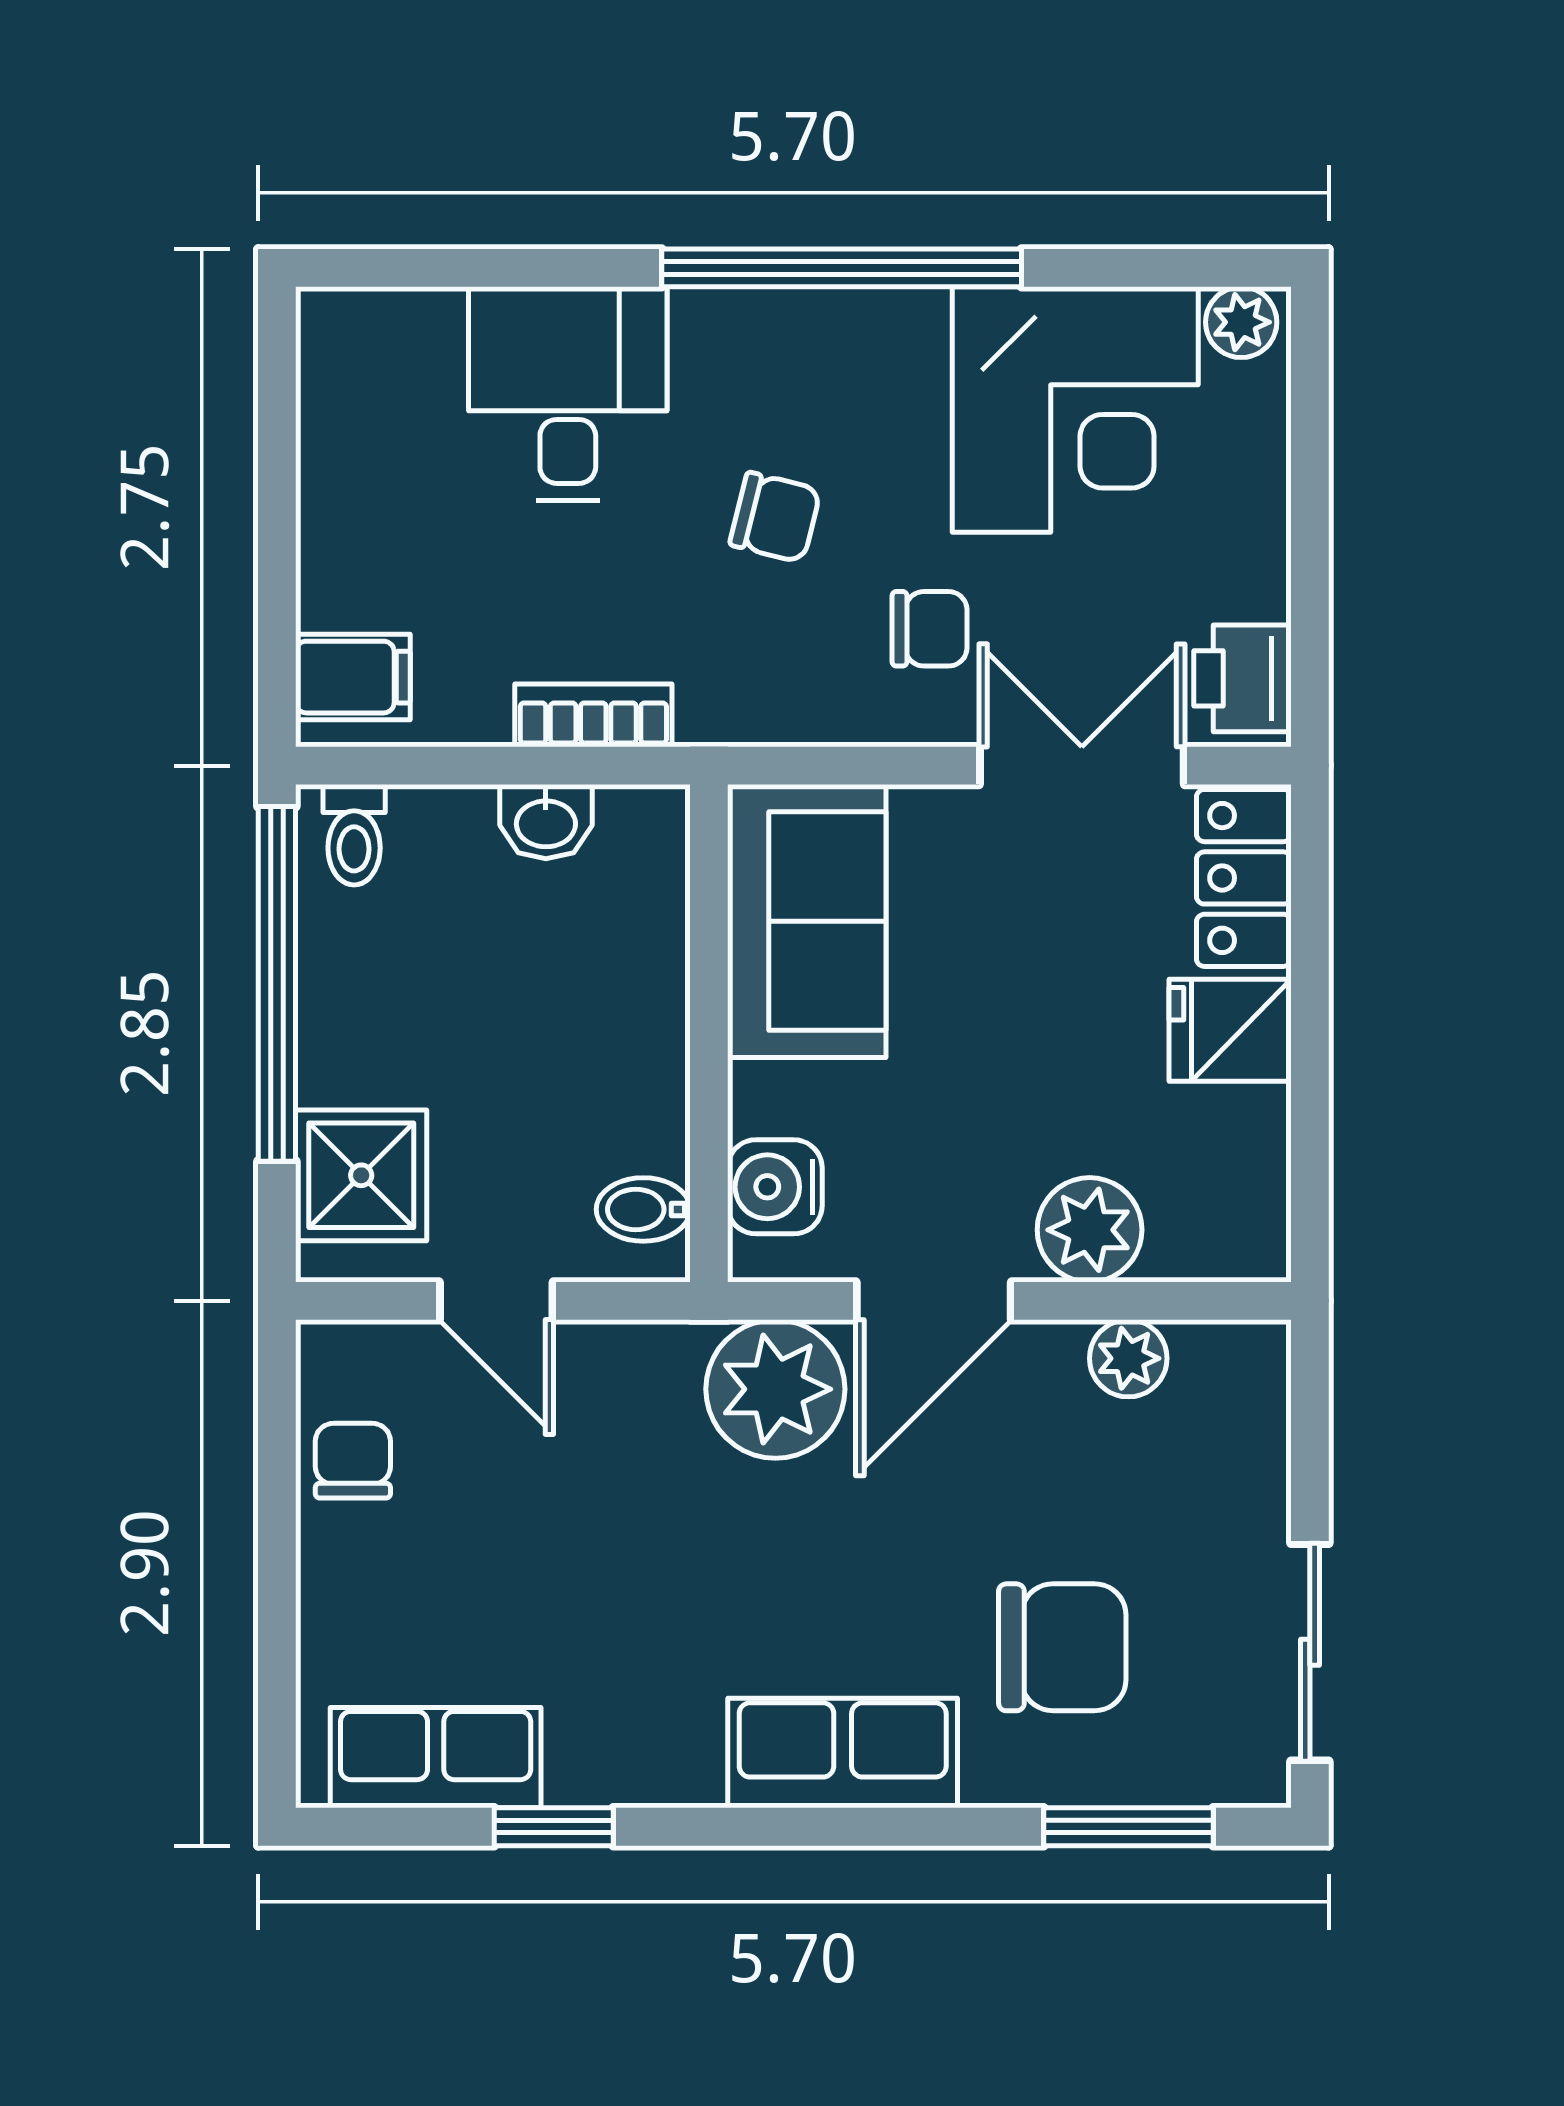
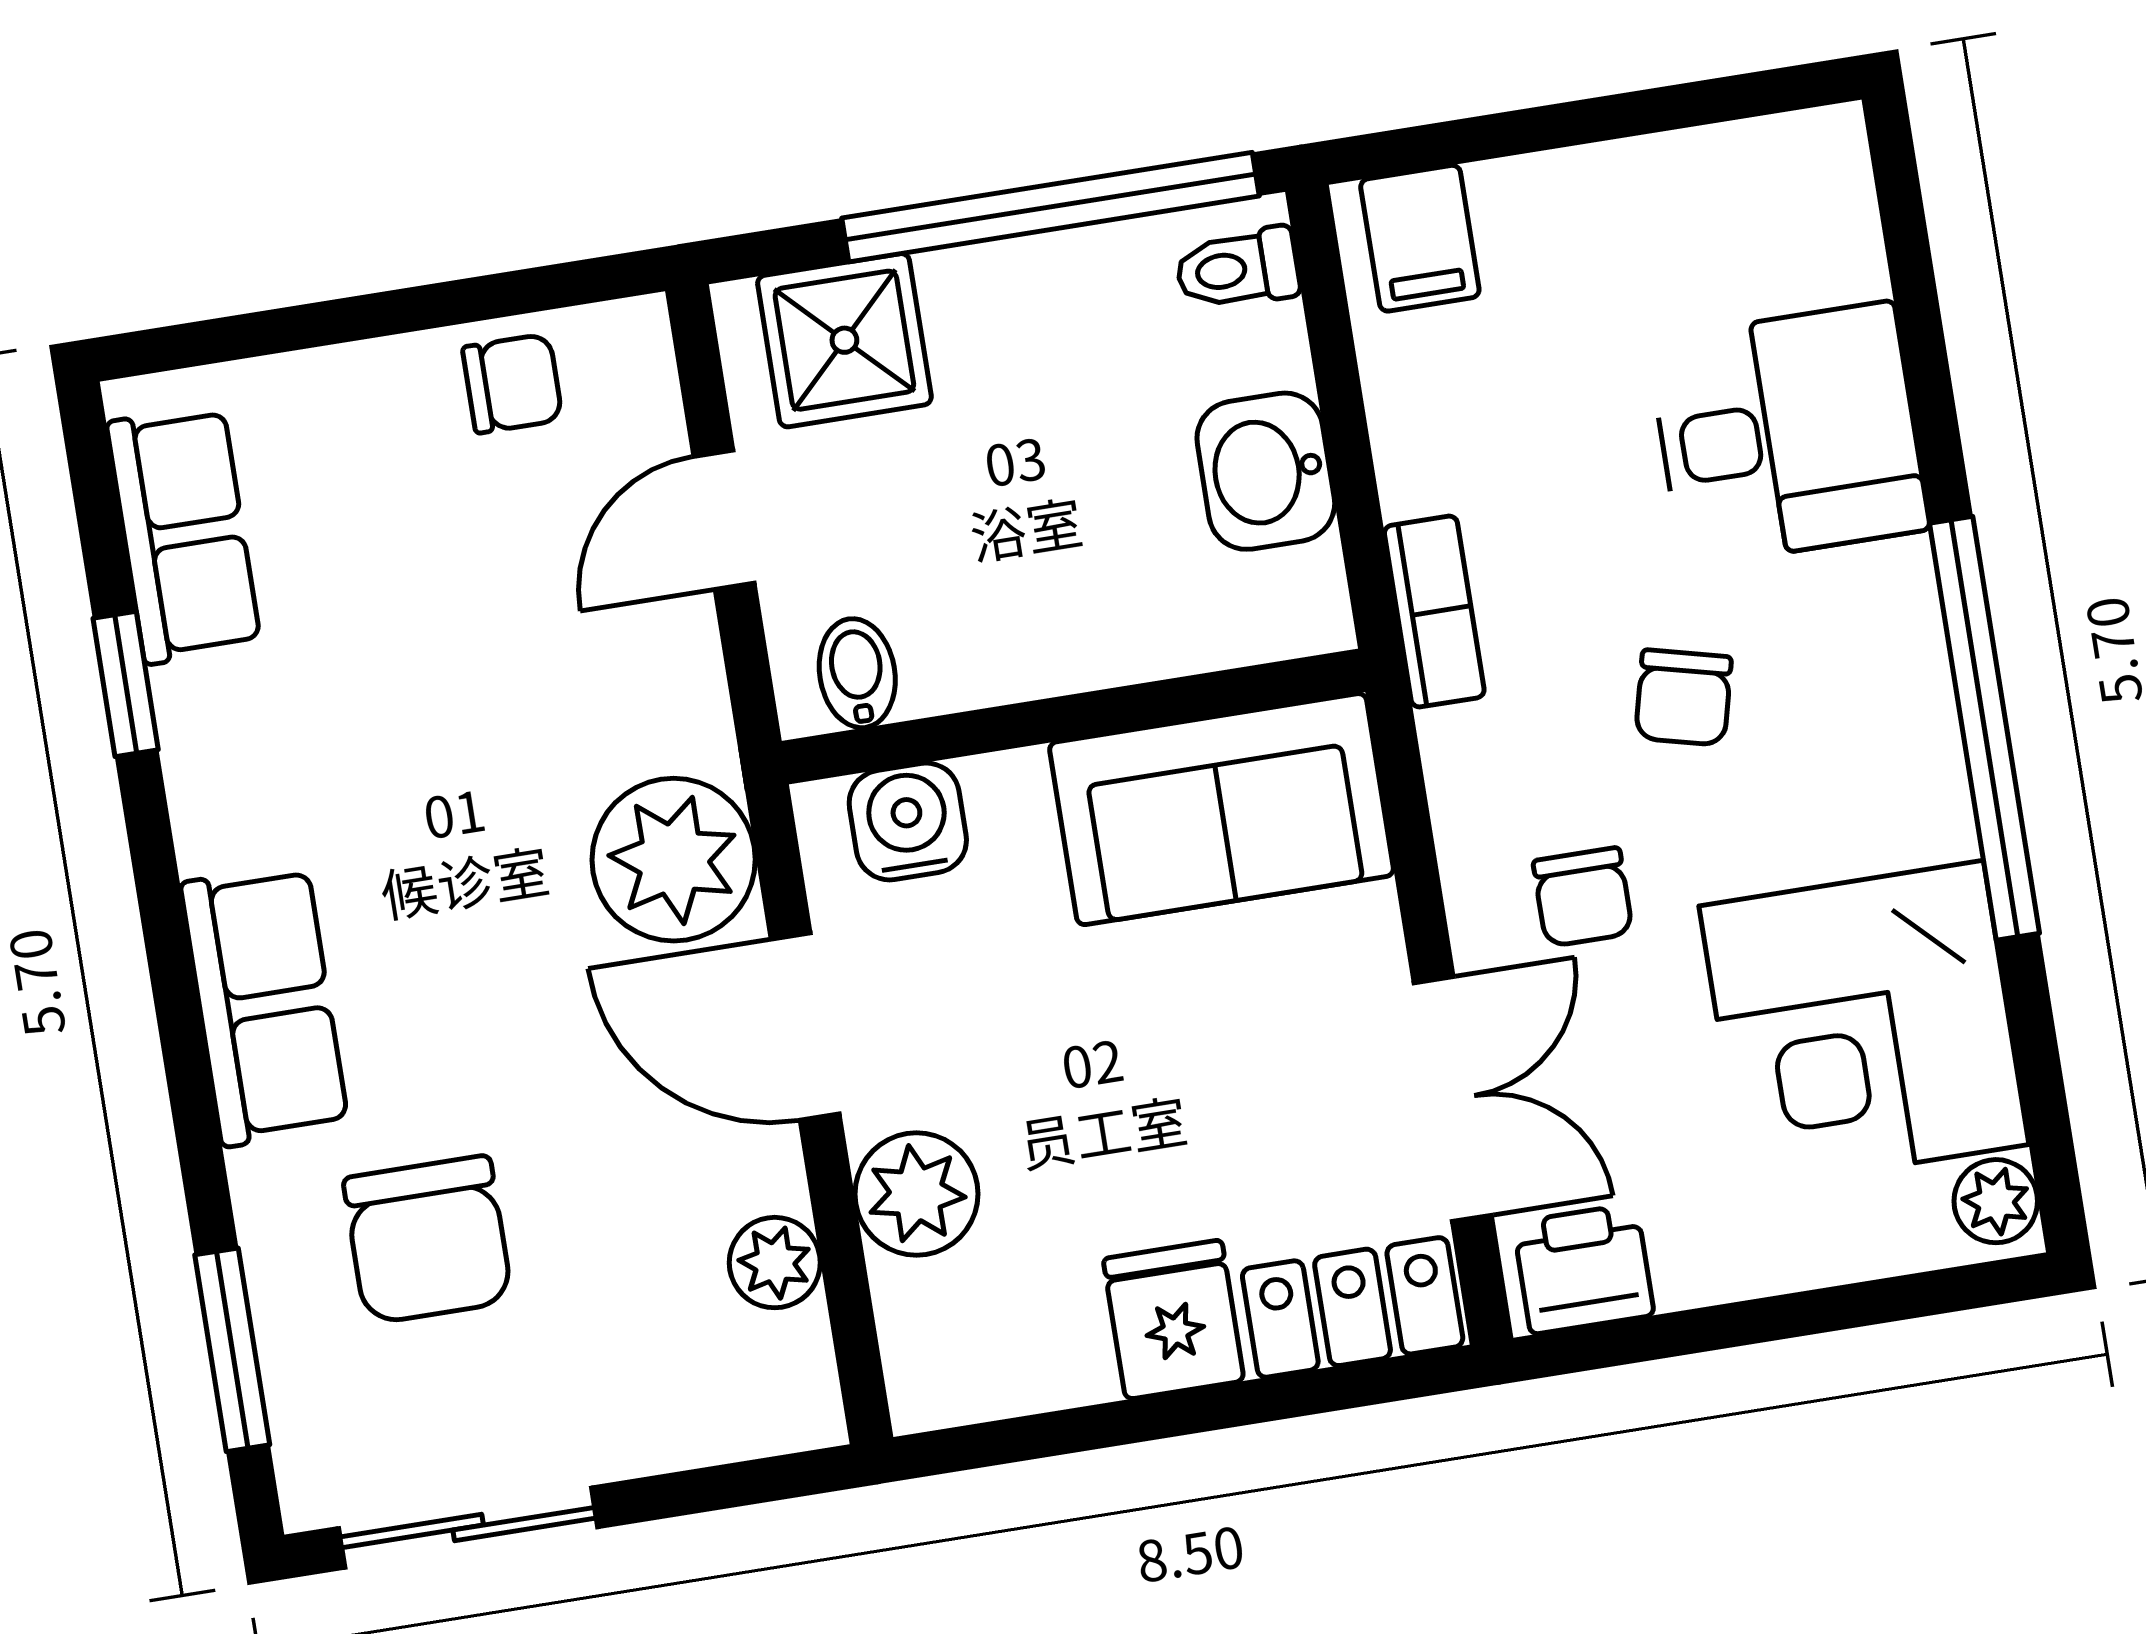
bookcase: (593, 715) -> (1434, 612), moved
washbasin: (546, 822) -> (1266, 471), width x1.38, depth x1.45

